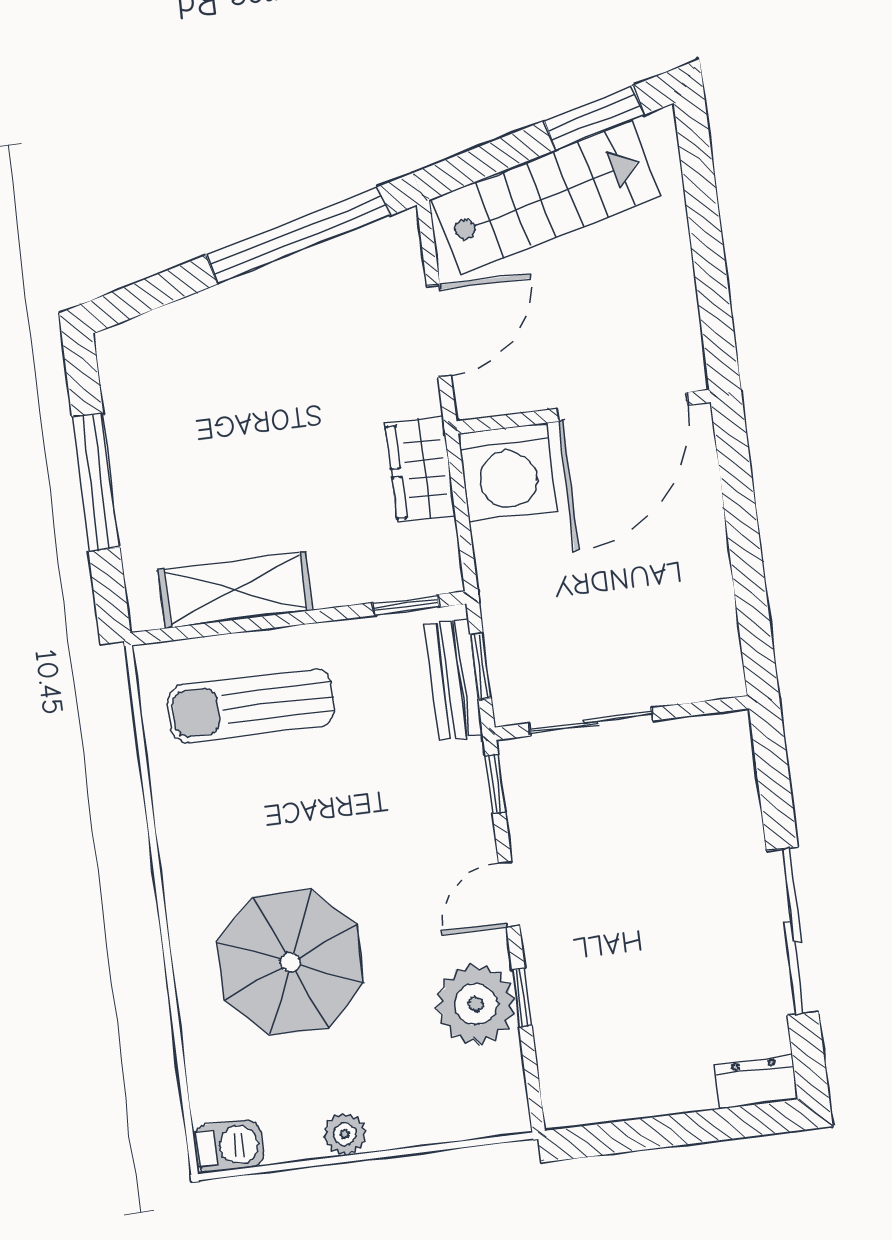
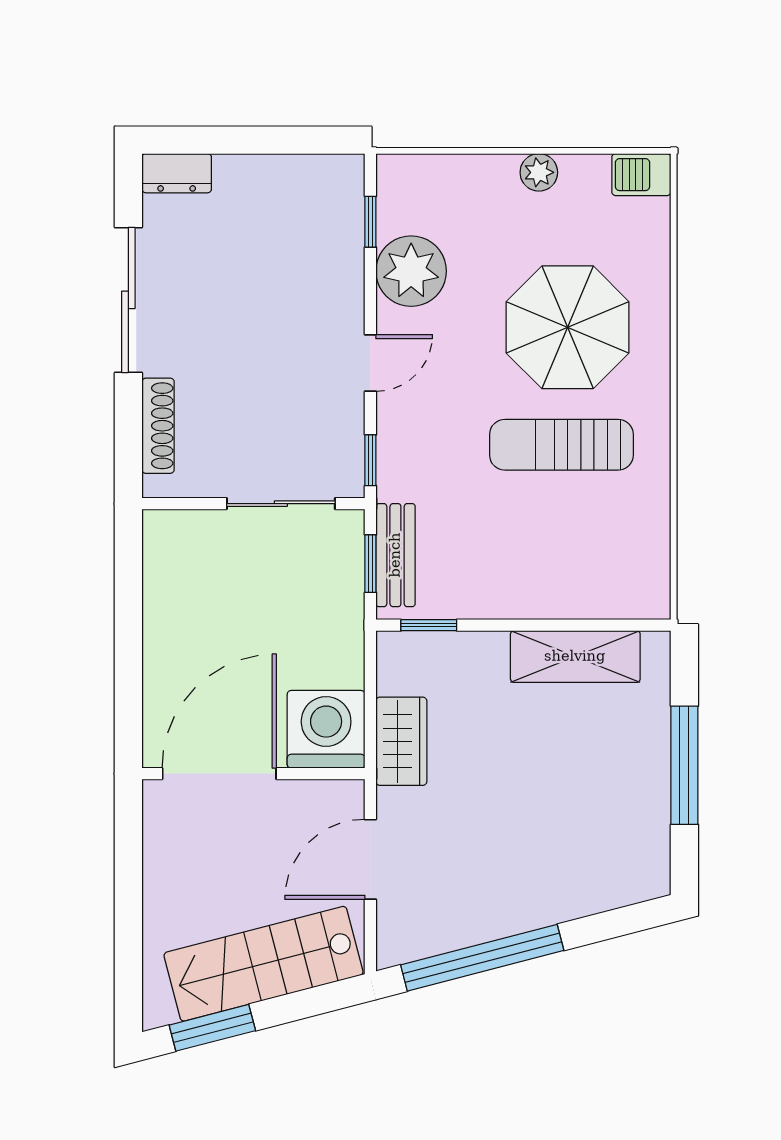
sun lounger: (251, 706) -> (561, 445), moved, turned 180
shoe rack: (741, 793) -> (158, 426), added
window: (522, 998) -> (370, 222), moved

